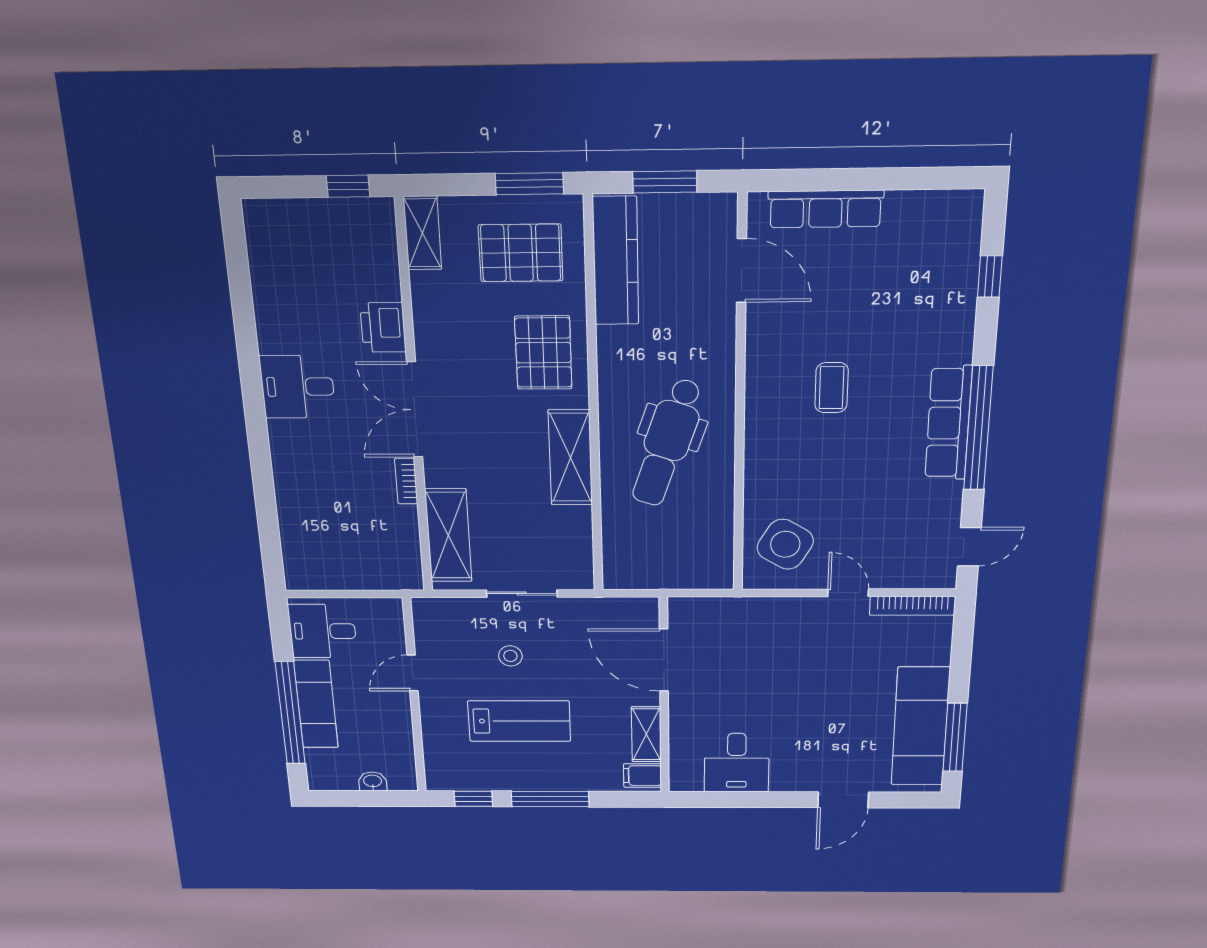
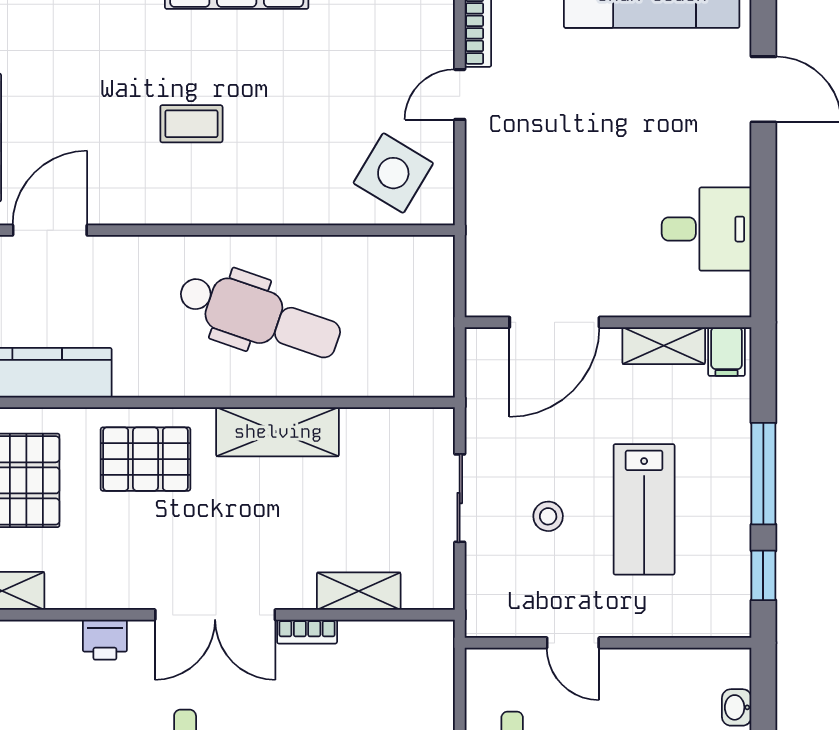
printer: (383, 327) -> (105, 640), width x0.73, depth x0.81
shelving: (448, 535) -> (359, 591), width x0.67, depth x0.75
lab bench: (519, 721) -> (644, 509), turned 180

